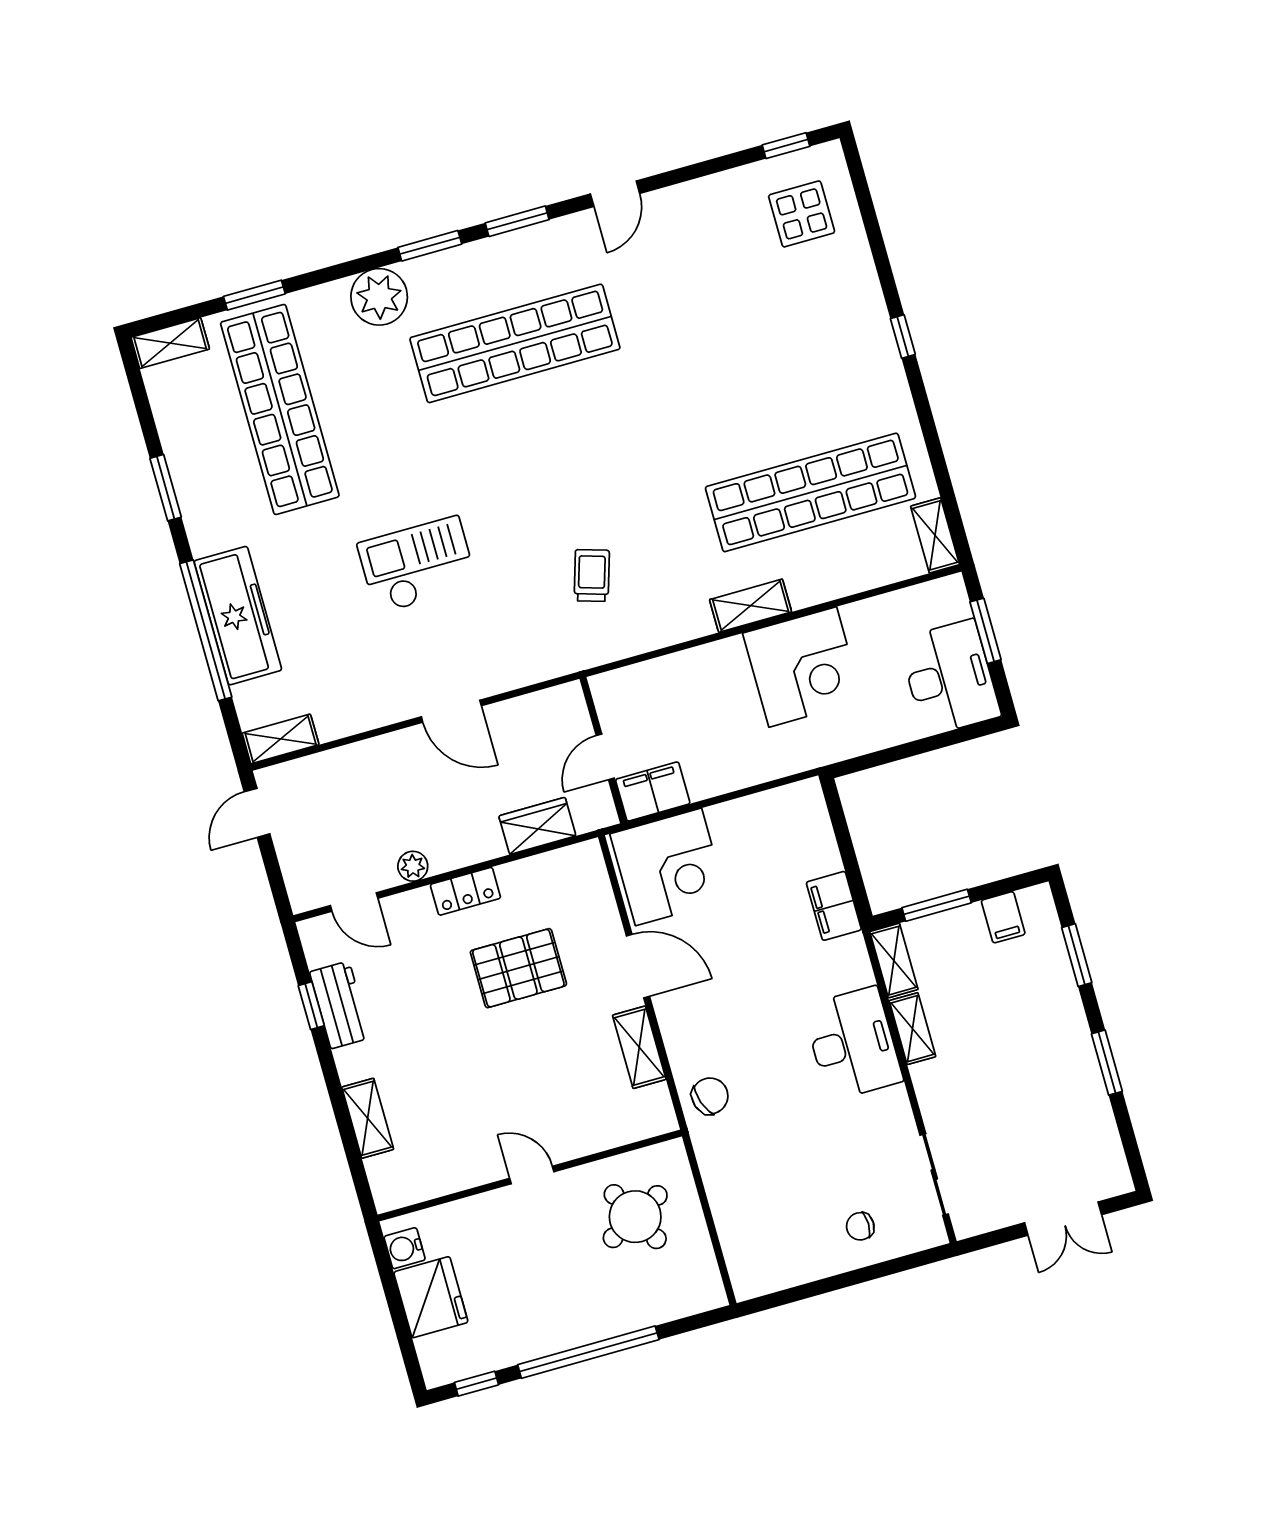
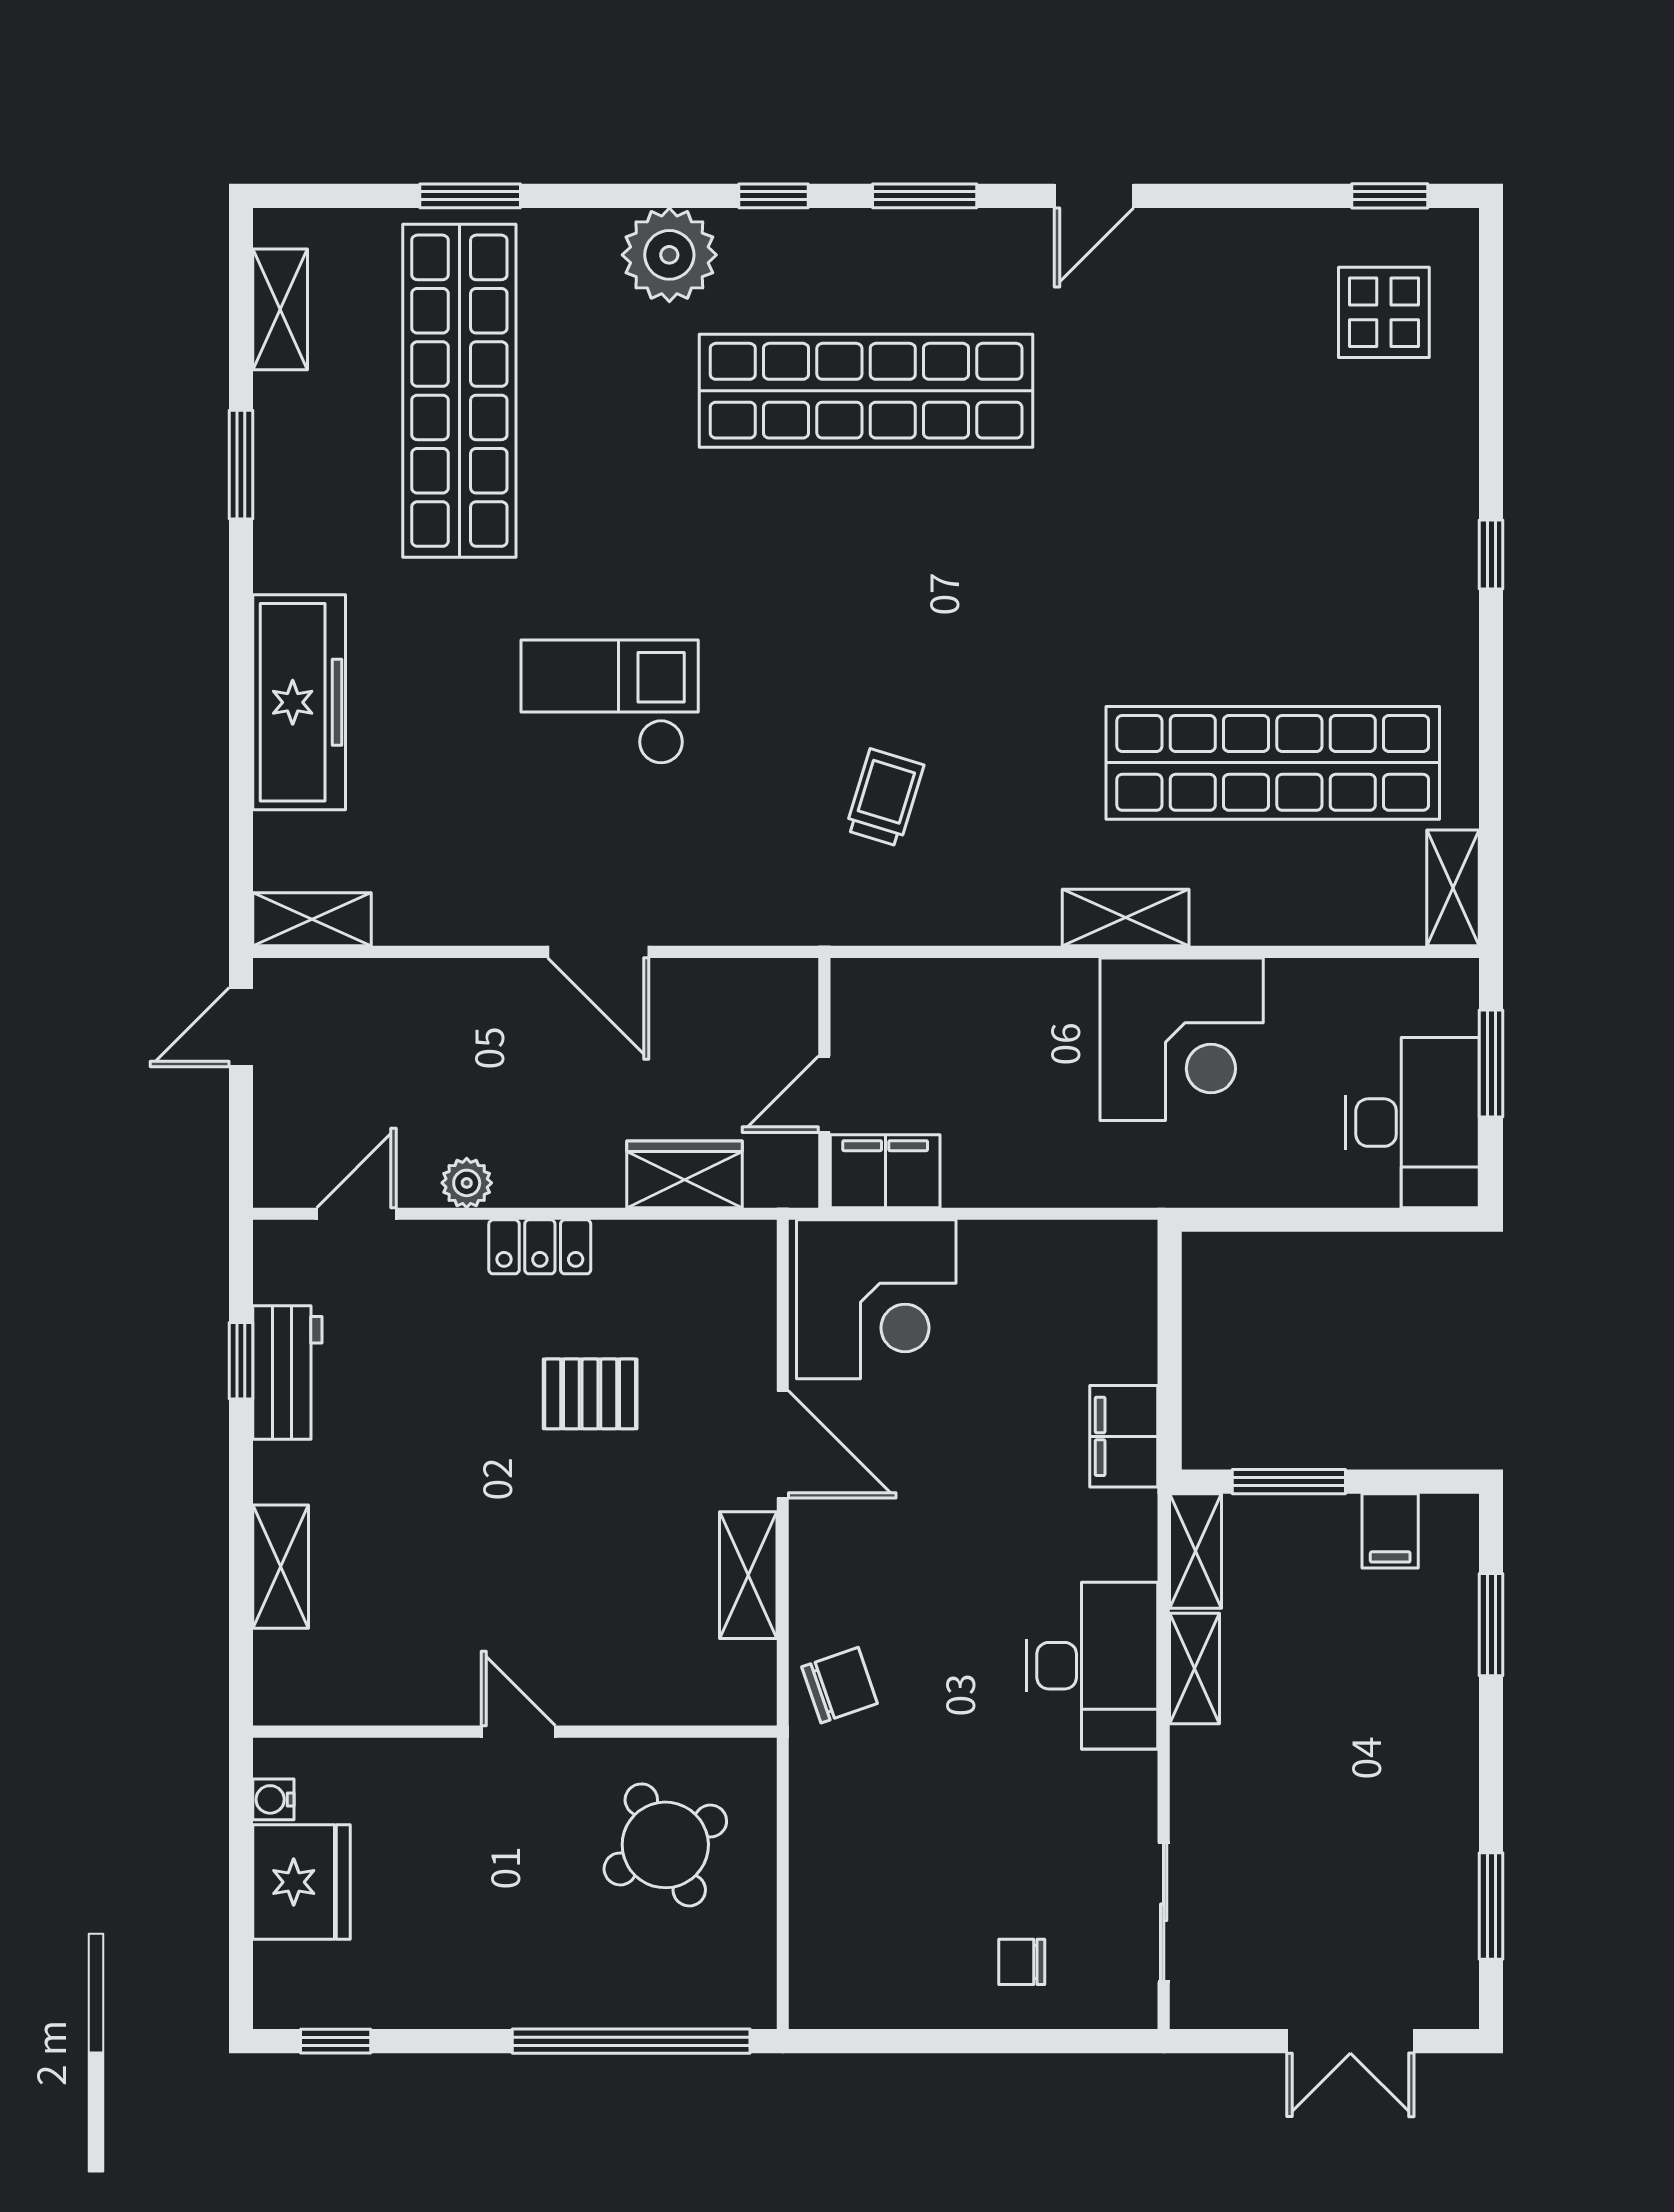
window: (430, 246) -> (774, 196), width x0.67
shelving: (170, 343) -> (280, 309), moved, turned 90
window: (206, 630) -> (241, 712), removed
door: (354, 902) -> (356, 1214), swing flipped
pallet: (518, 968) -> (590, 1394), width x0.67, depth x0.71
window: (1107, 1063) -> (1491, 1906), moved
water cooler: (405, 1248) -> (273, 1799), width x0.72, depth x0.72
window: (588, 1352) -> (631, 2041), moved

